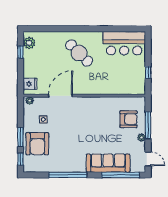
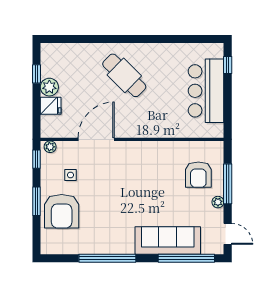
plant: (29, 43) -> (49, 87), moved
bar counter: (124, 43) -> (206, 91), moved, turned 90
window: (148, 73) -> (228, 65), moved
fridge: (30, 84) -> (51, 106), moved
armchair: (129, 119) -> (198, 175), turned 90
window: (21, 159) -> (36, 159), moved

